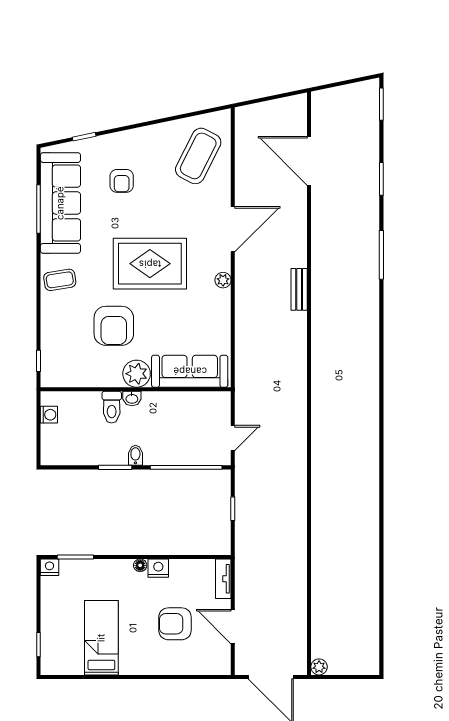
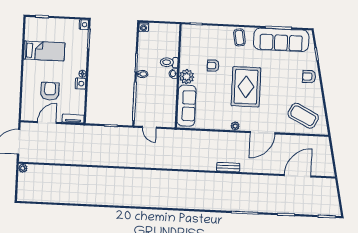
armchair: (122, 181) -> (309, 77), moved
door: (233, 229) -> (263, 133), hinge flipped
armchair: (114, 326) -> (213, 66), width x0.53, depth x0.53
washing machine: (49, 415) -> (144, 27), moved

